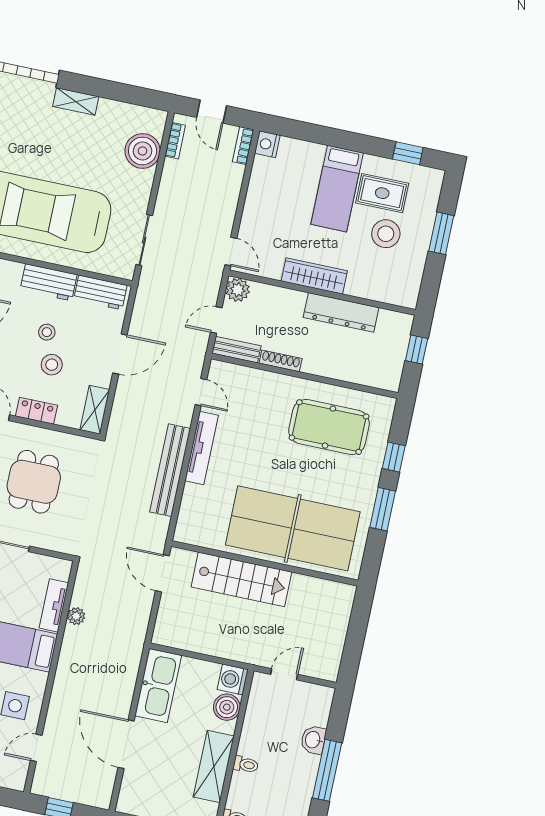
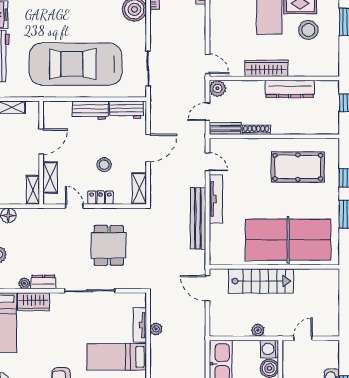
stool: (47, 332) -> (96, 144), removed
plant: (222, 649) -> (258, 330), added

